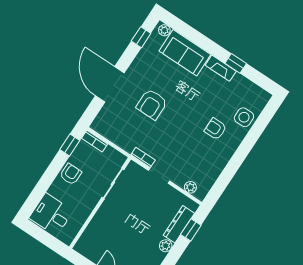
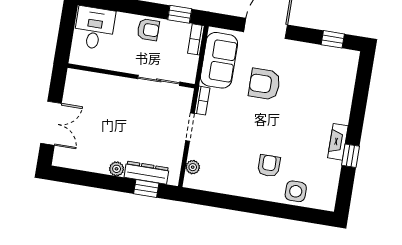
plant: (164, 30) -> (352, 61), removed
sofa: (185, 53) -> (219, 60), moved, turned 180

